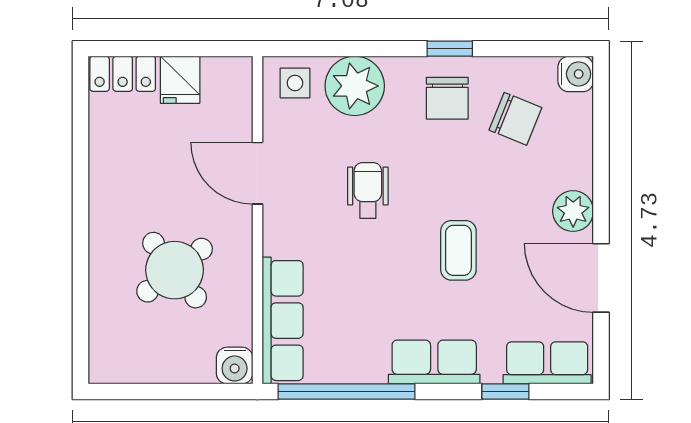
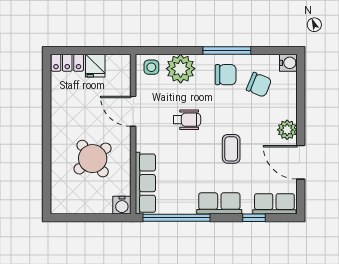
window: (450, 49) -> (227, 50), width x2.17
chair: (447, 98) -> (226, 75), turned -90
wheelchair: (368, 190) -> (187, 120), turned 90

